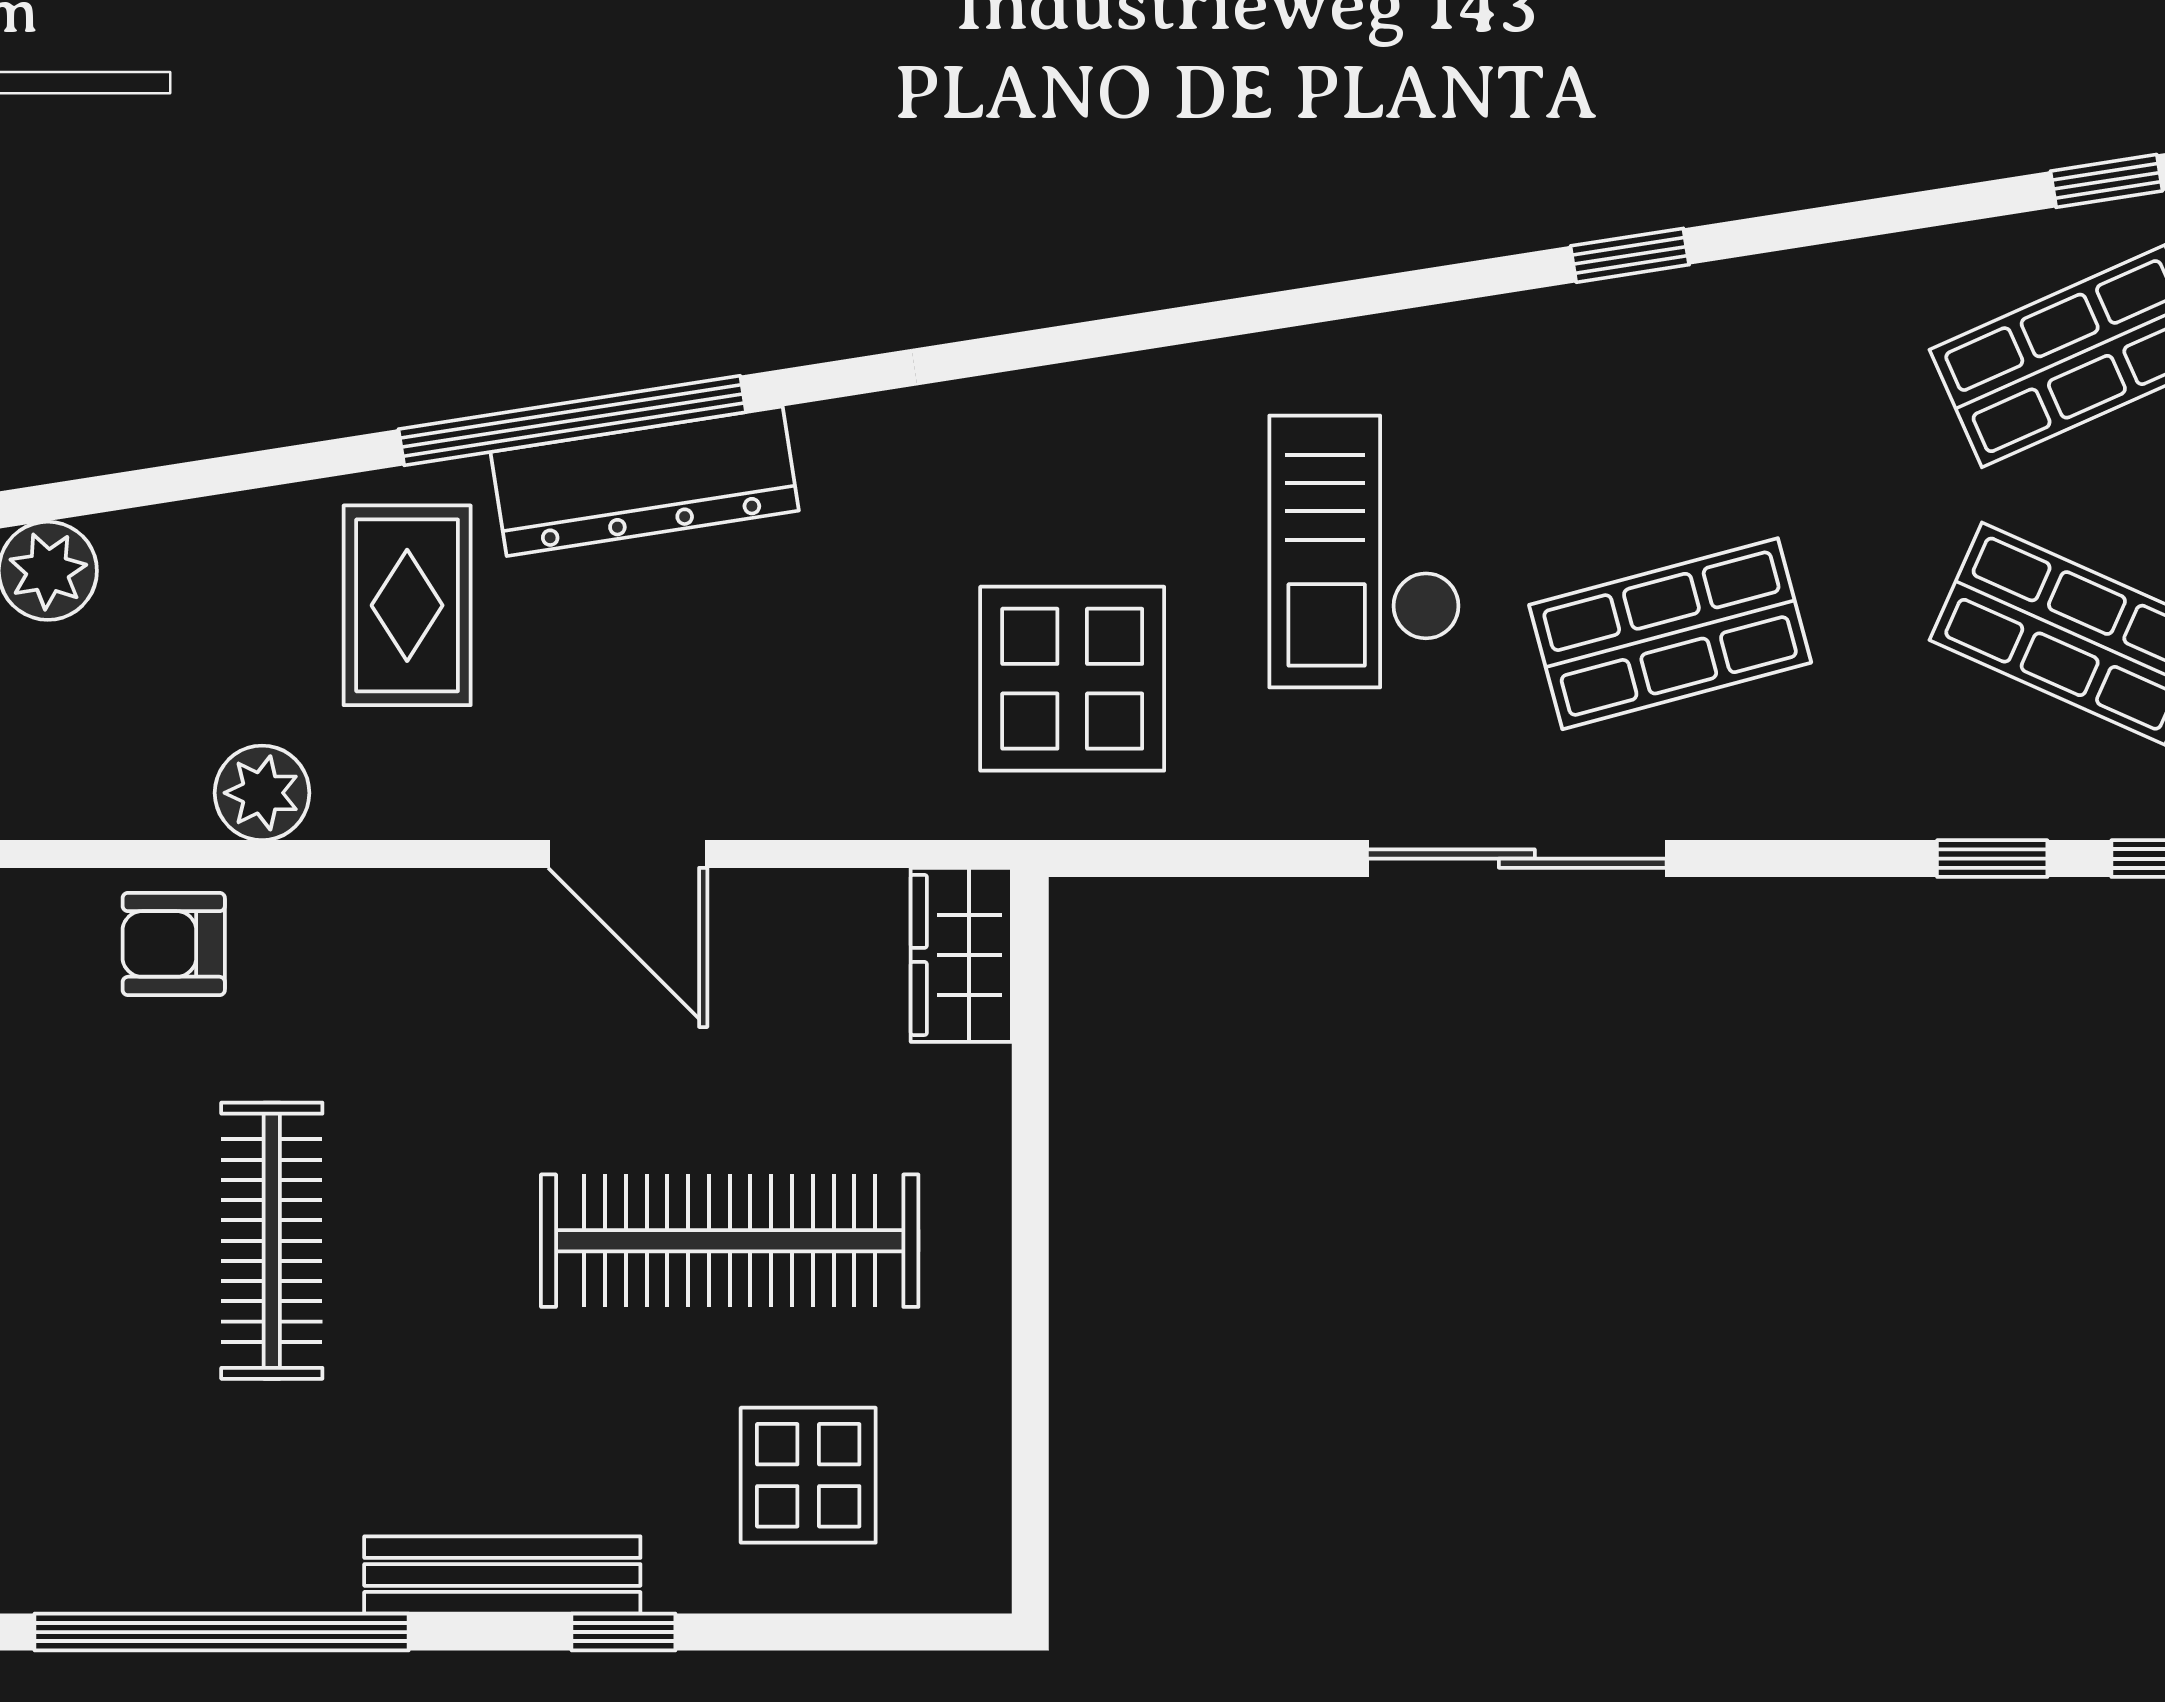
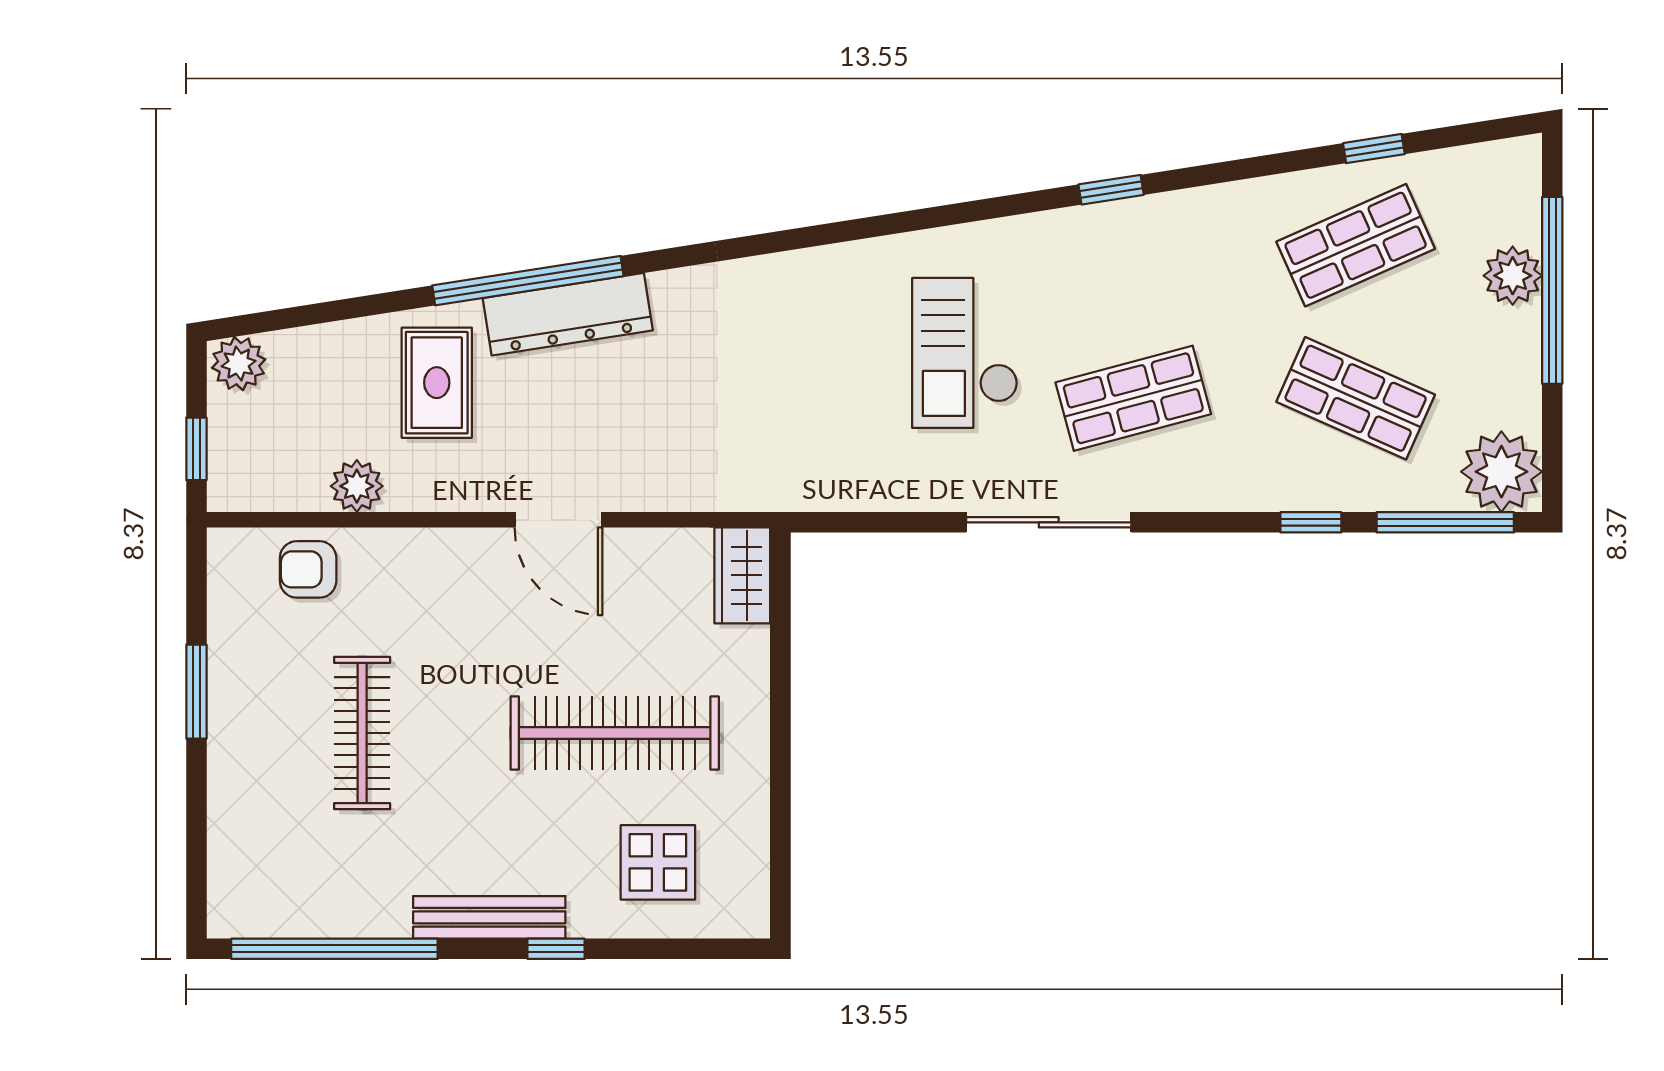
display table: (1072, 679) -> (804, 423), removed

